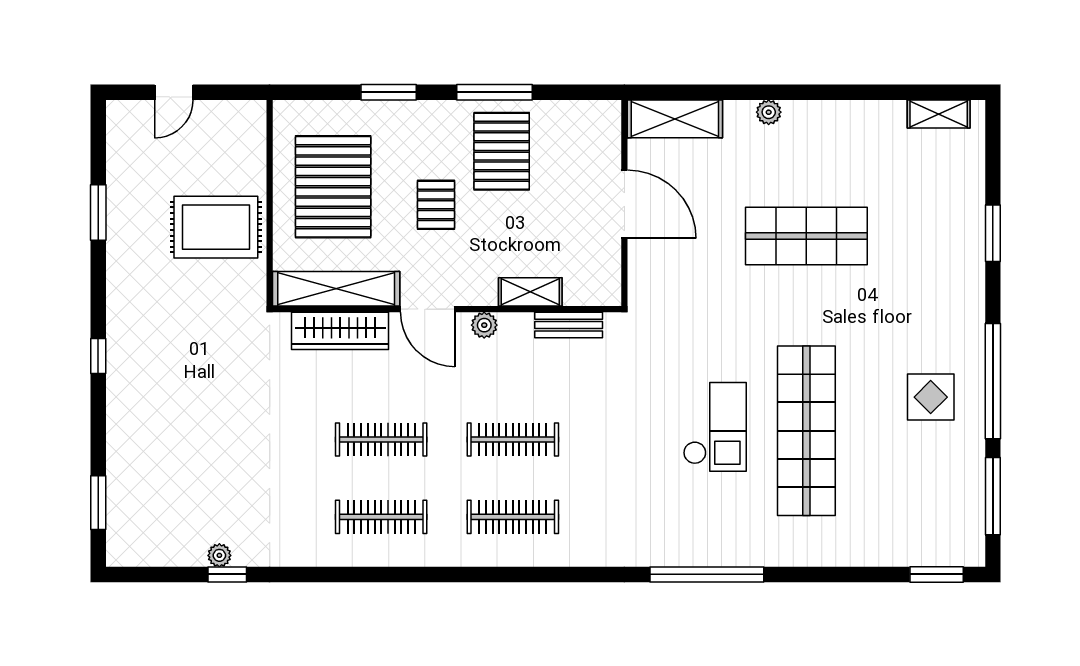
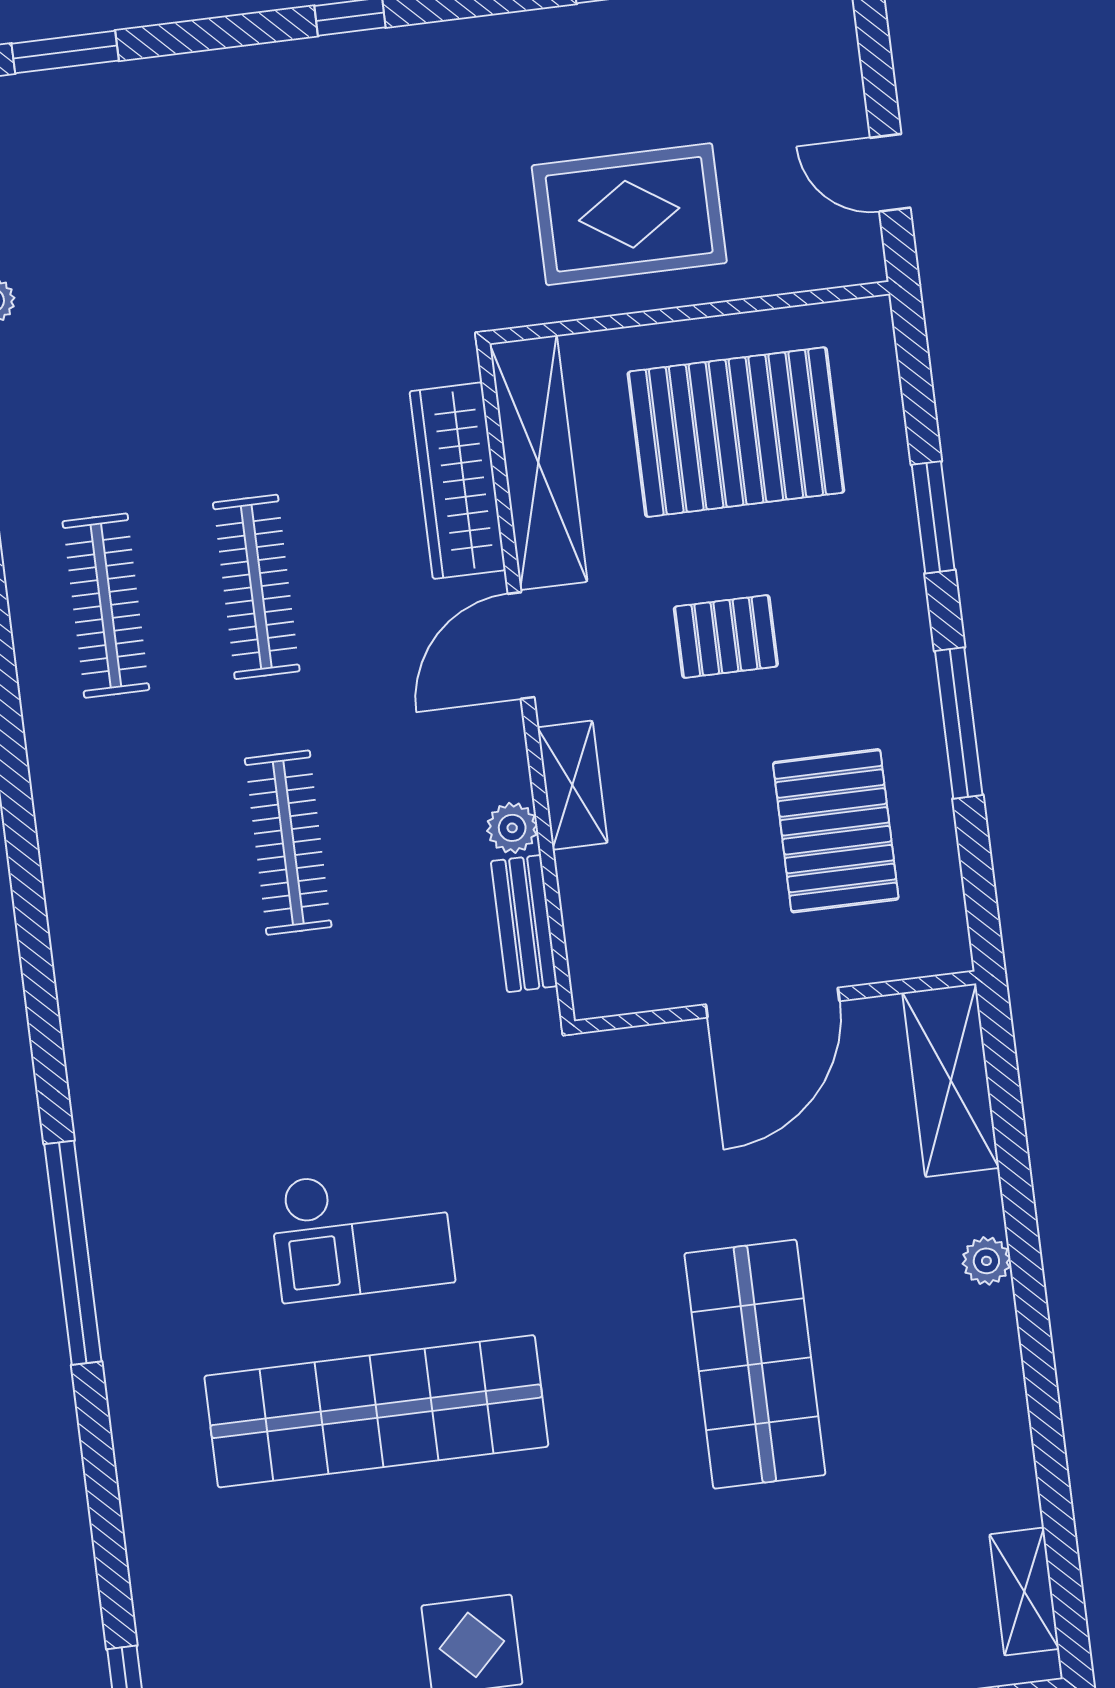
door: (174, 92) -> (890, 173), moved
pallet: (502, 151) -> (836, 831), moved, turned 90
rug: (216, 227) -> (629, 214), turned 90
shelving: (530, 292) -> (572, 785), moved
plant: (484, 325) -> (512, 828), moved
clothes rail: (513, 517) -> (138, 861), removed

